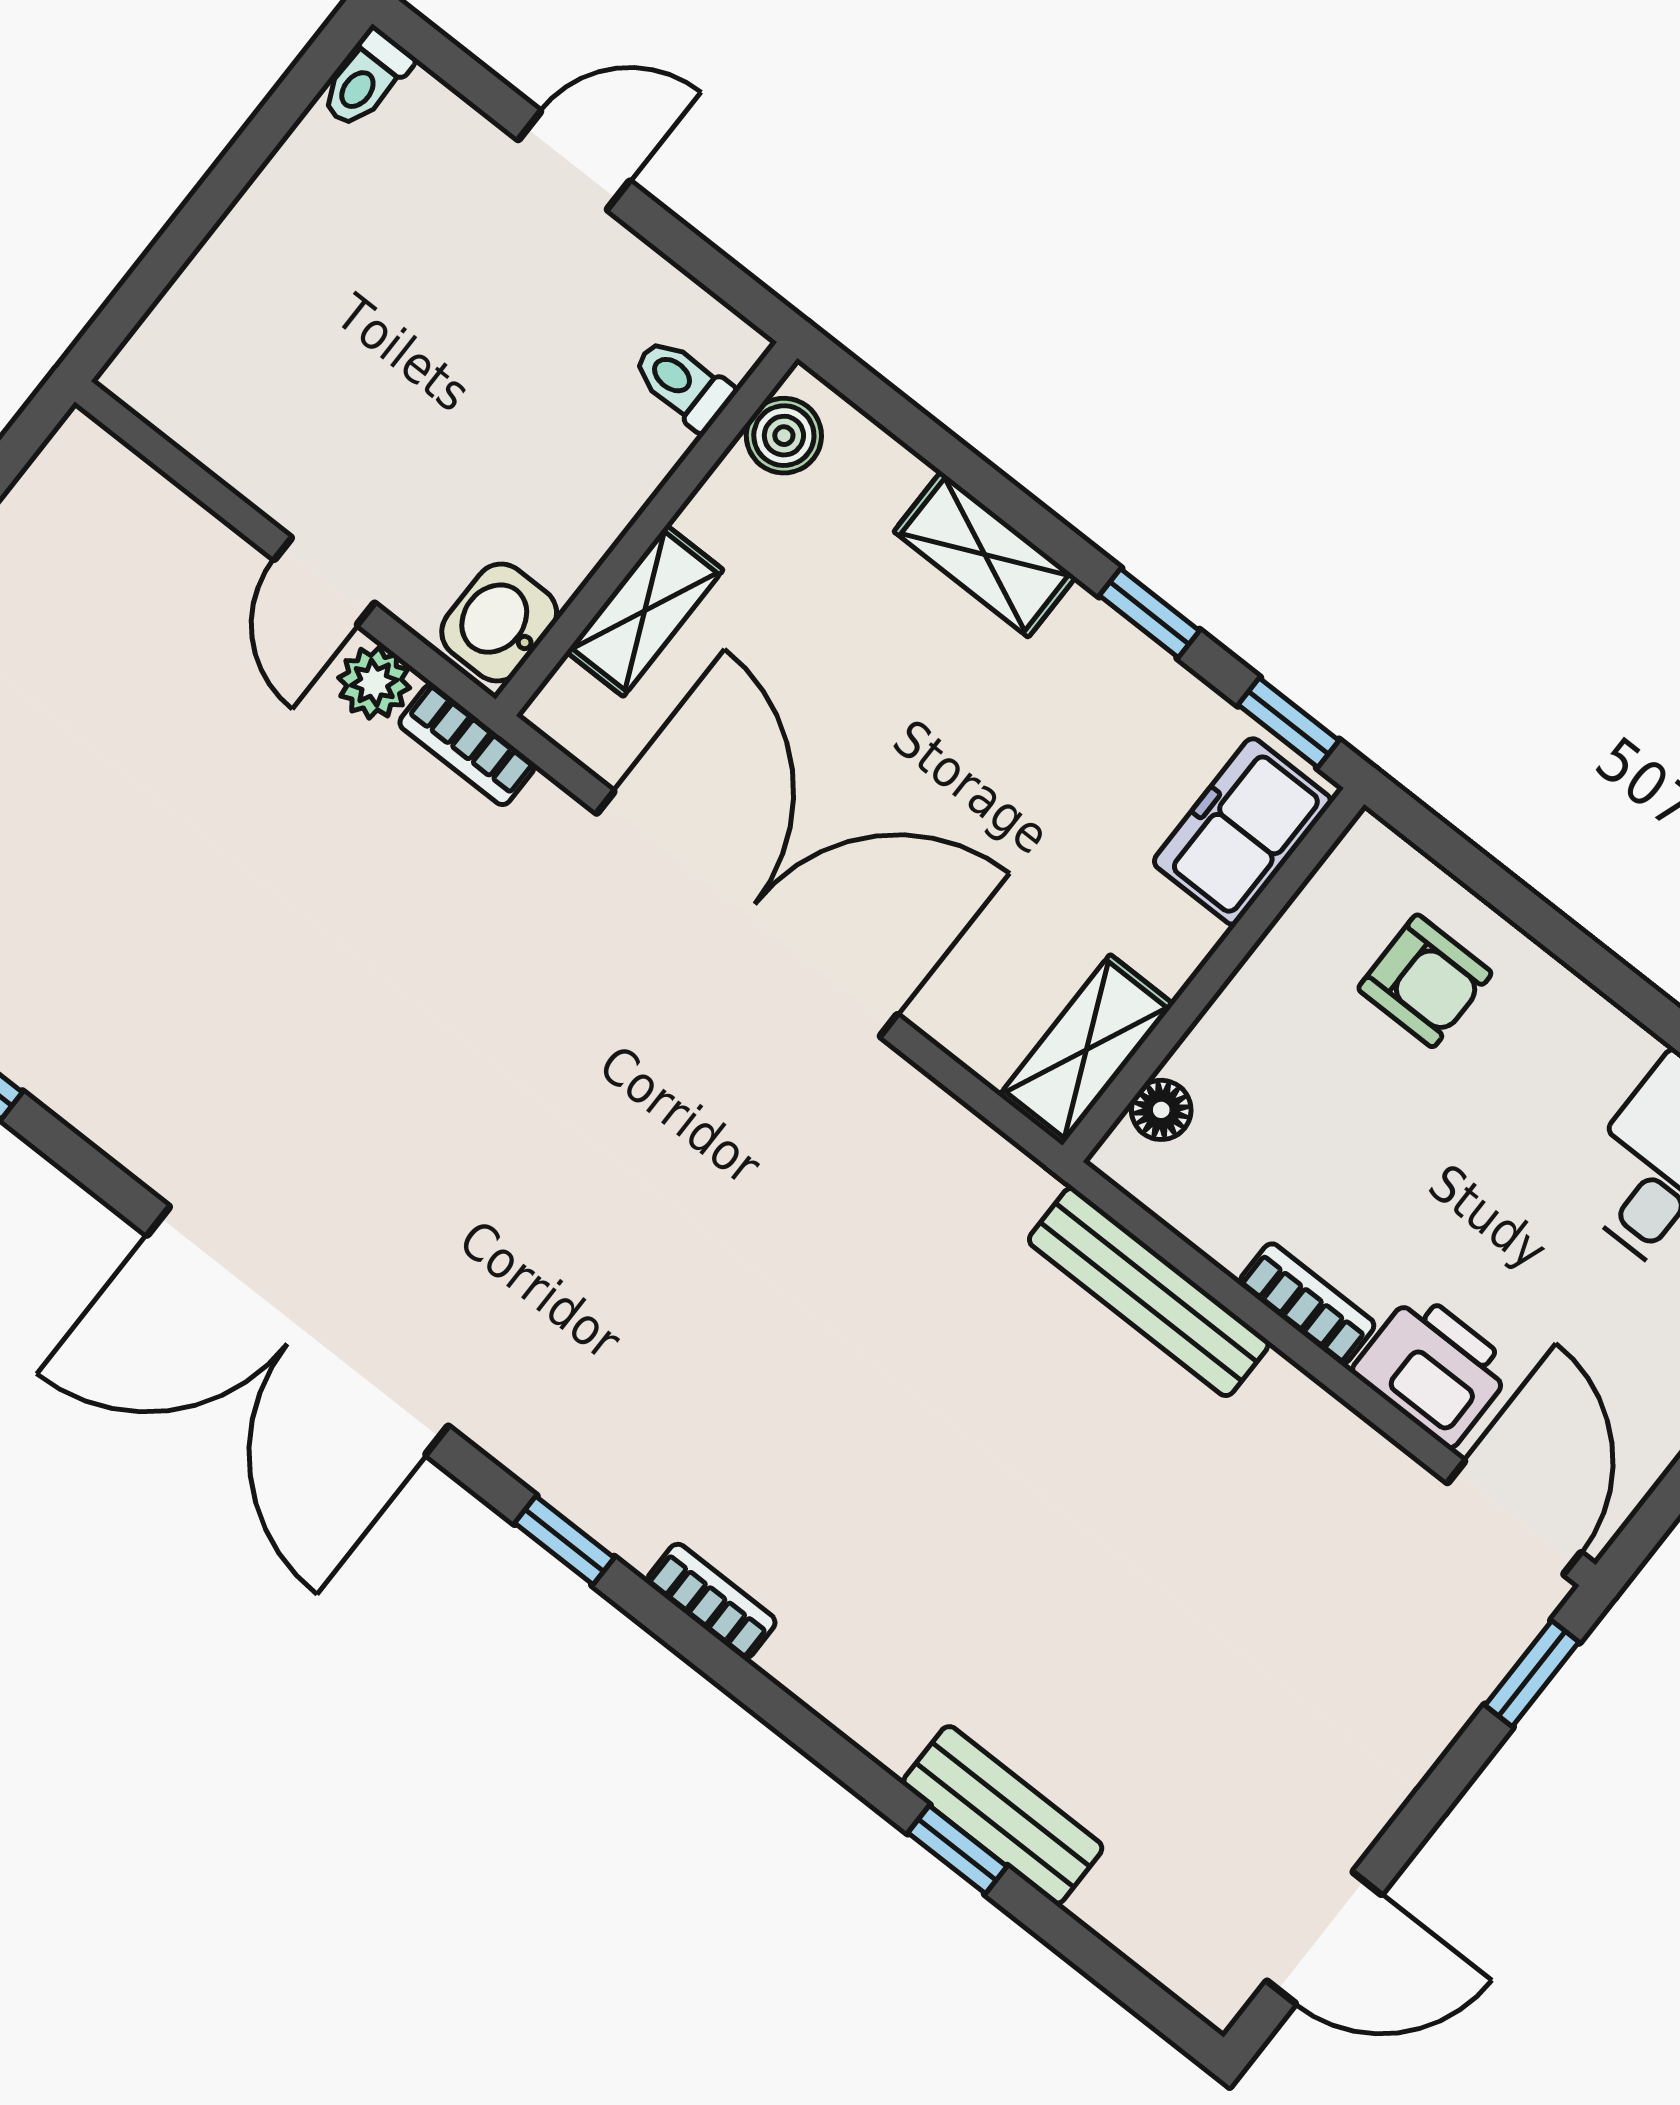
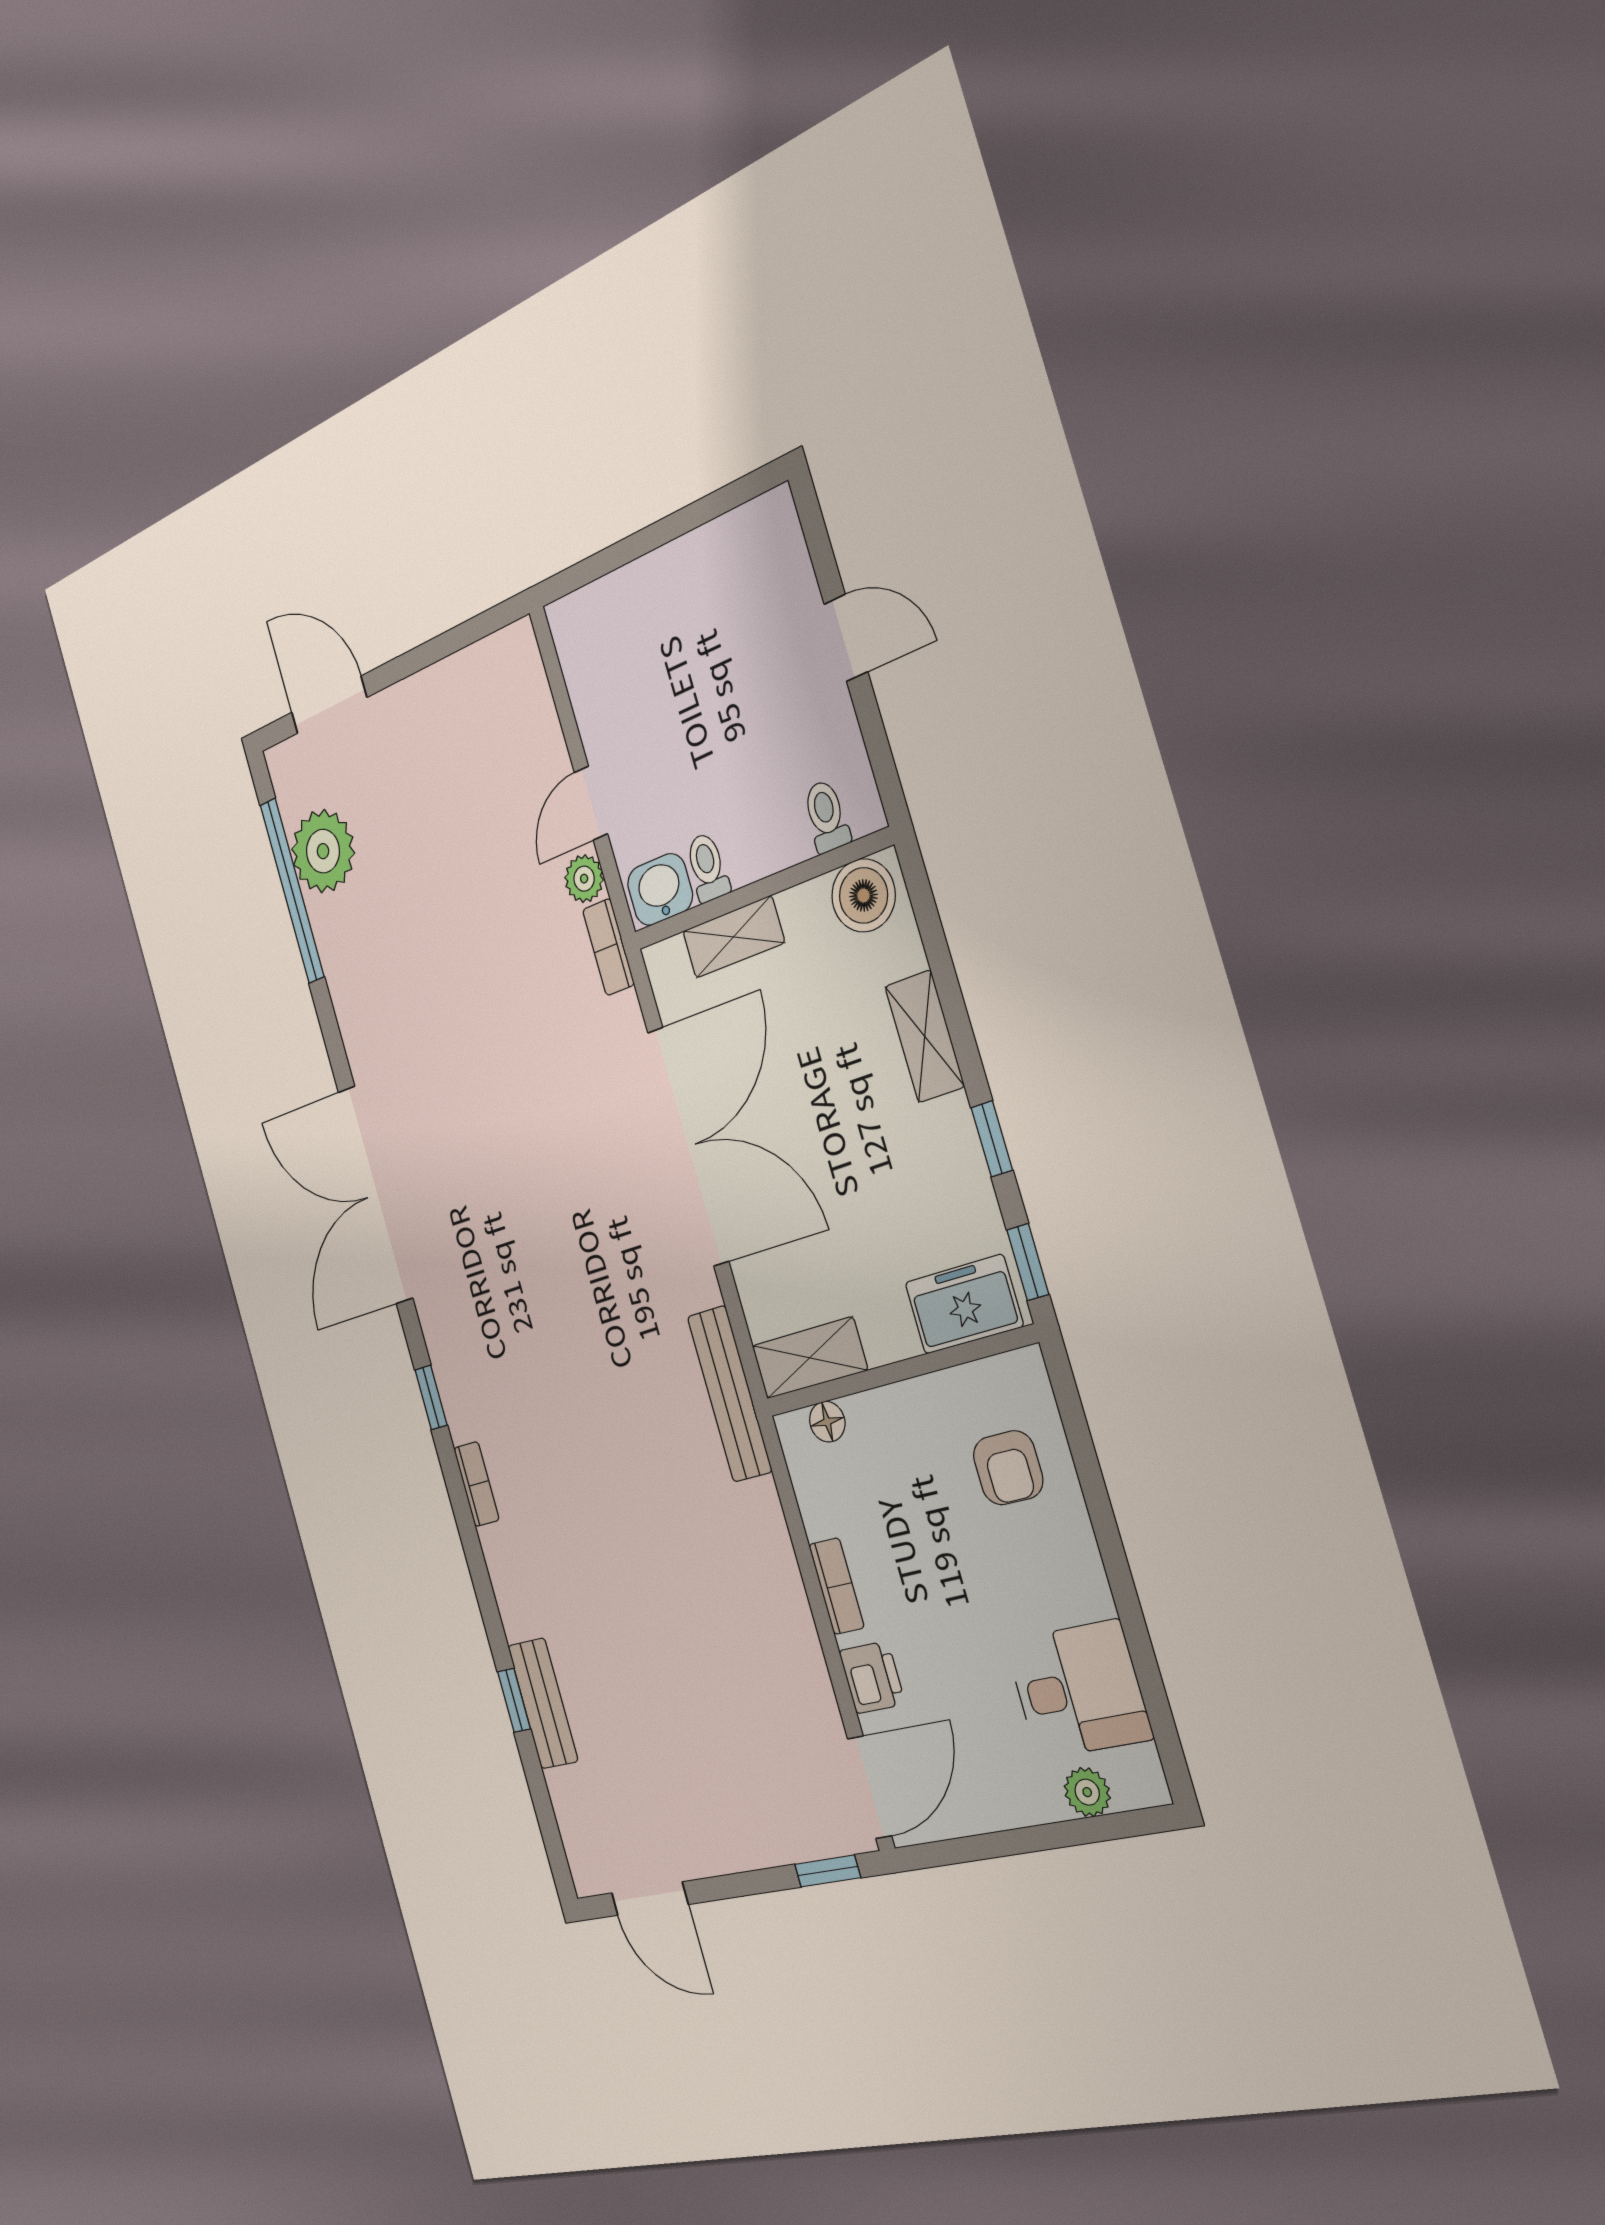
toilet: (366, 79) -> (707, 867), moved, turned 90
boiler: (784, 436) -> (863, 895), width x1.36, depth x1.36
bench: (1149, 1292) -> (730, 1394), moved
printer: (1433, 1369) -> (872, 1677), width x0.73, depth x0.81

